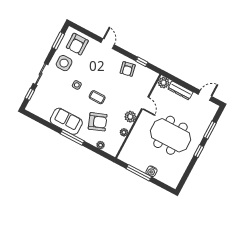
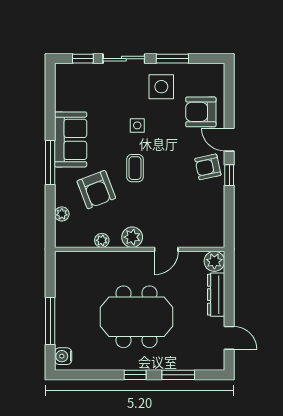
window: (58, 41) -> (172, 59), moved
armchair: (77, 44) -> (201, 112), moved
door: (108, 44) -> (229, 140), swing flipped
window: (142, 62) -> (229, 175), moved
armchair: (128, 69) -> (208, 167), moved
meeting table: (170, 135) -> (136, 317), turned 90
water cooler: (151, 171) -> (63, 356), moved
window: (139, 173) -> (50, 321), moved

